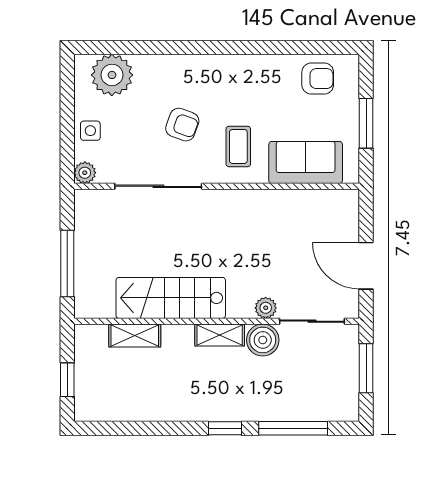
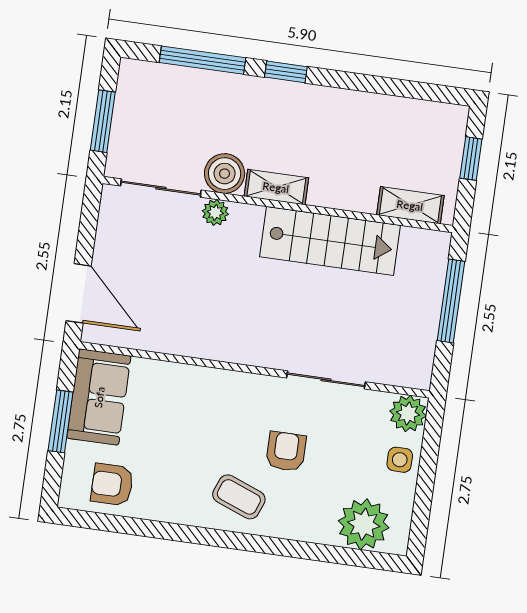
armchair: (182, 125) -> (286, 451), turned 70
coffee table: (238, 146) -> (239, 497), moved, turned -69
sofa: (306, 162) -> (99, 397), moved, turned -90
plant: (85, 173) -> (408, 414), width x1.38, depth x1.38
sliding door: (158, 186) -> (326, 380), width x0.73
door: (366, 266) -> (79, 293), moved
shelving: (135, 335) -> (410, 205), moved

